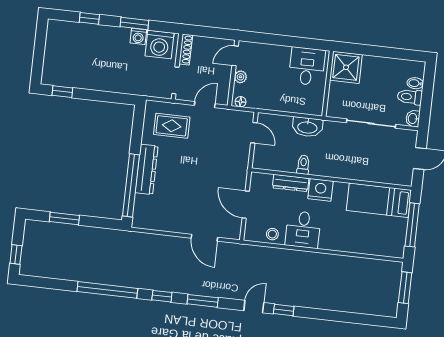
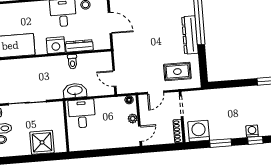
washing machine: (138, 36) -> (252, 131), moved
desk: (307, 66) -> (82, 114), moved, turned 180
shower: (346, 67) -> (42, 142), moved

